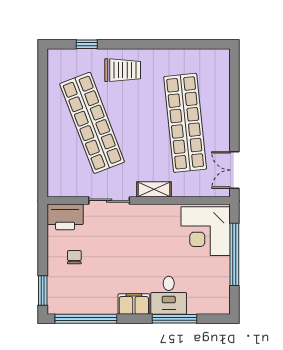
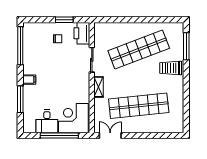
window: (87, 44) -> (186, 46), width x2.17
trolley: (123, 70) -> (171, 68), turned 90
window: (43, 291) -> (64, 20), moved
desk: (169, 295) -> (47, 121), moved, turned -90
filing cabinet: (134, 304) -> (29, 80), width x0.50

